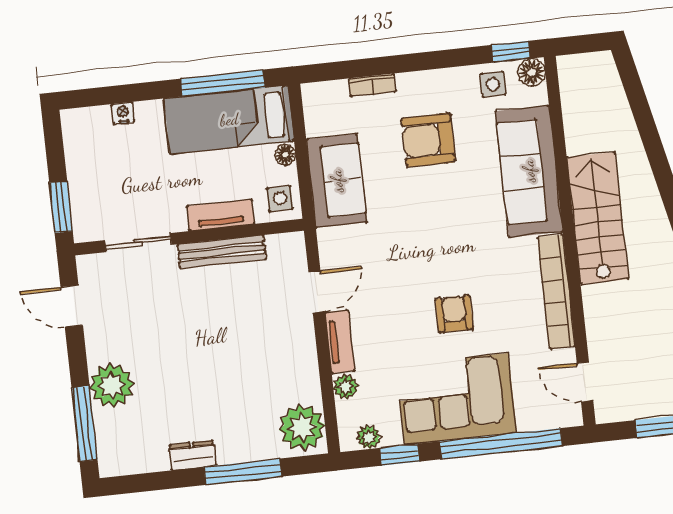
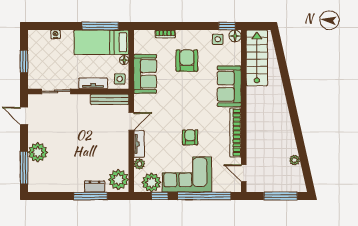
armchair: (428, 140) -> (187, 61), turned 90
sofa: (529, 171) -> (229, 86), width x0.73
window: (61, 207) -> (24, 61), moved
stairs: (598, 218) -> (257, 58), moved
bench: (222, 252) -> (110, 99), moved
plant: (369, 437) -> (152, 182), width x1.87, depth x1.87
dresser: (193, 455) -> (95, 186), moved

